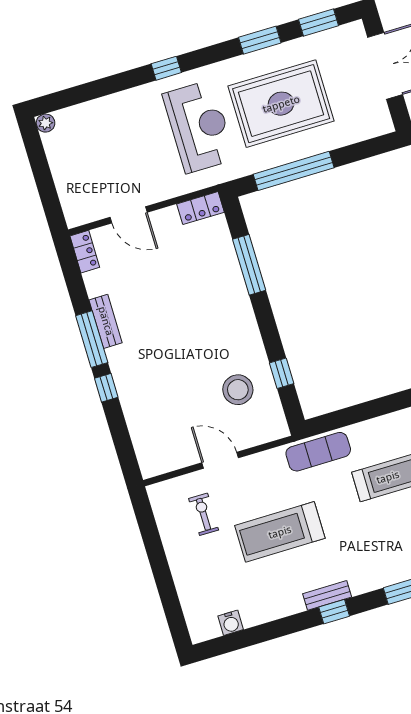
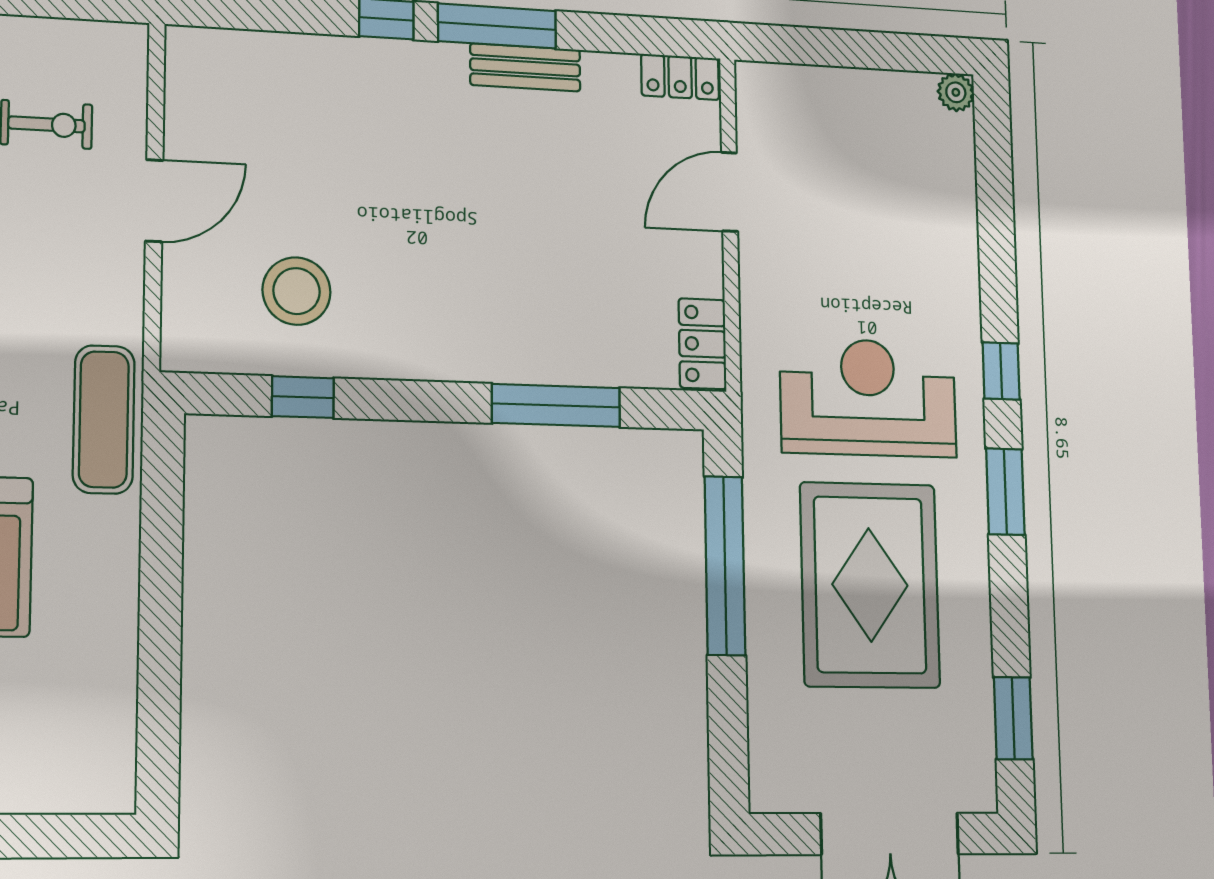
window: (260, 40) -> (1005, 492), moved
reception desk: (199, 127) -> (868, 398), turned 180

